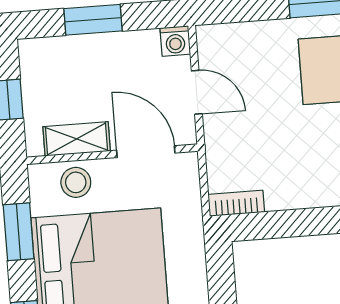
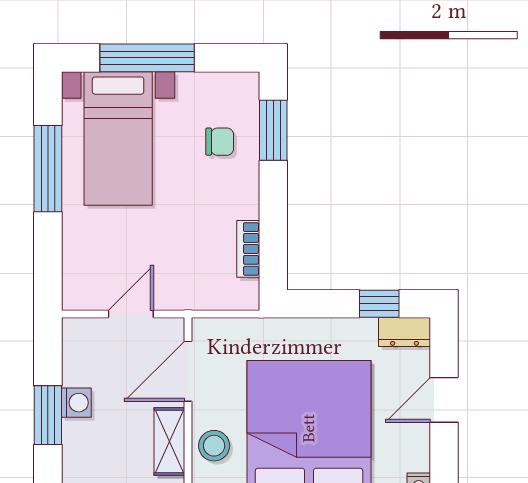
washing machine: (175, 41) -> (76, 403), moved
bookcase: (236, 203) -> (248, 249), moved

